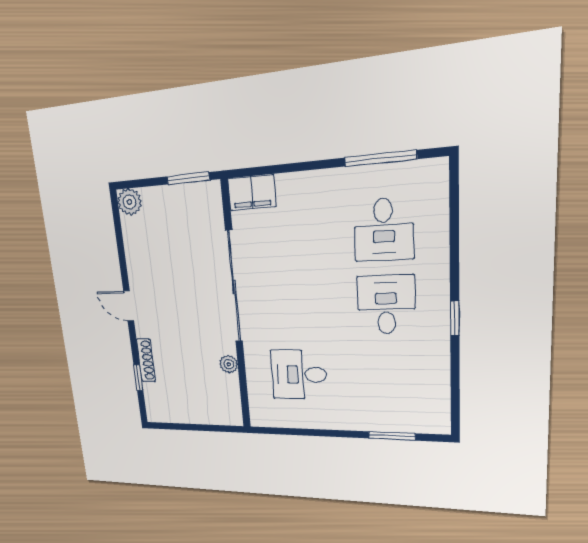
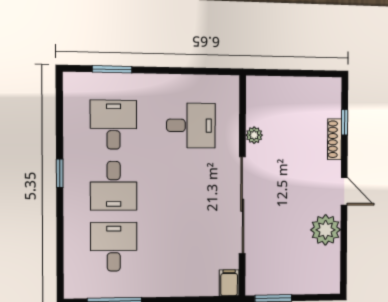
filing cabinet: (252, 192) -> (229, 283), width x0.50
plant: (129, 202) -> (326, 230), moved, width x1.36, depth x1.36
desk: (388, 376) -> (113, 125), added

